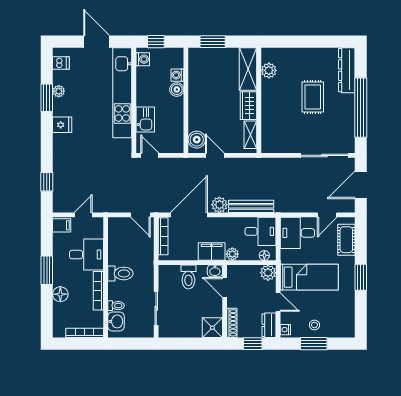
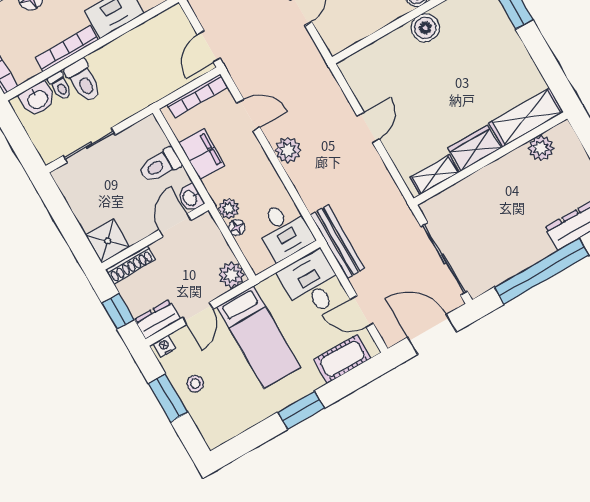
shelving: (248, 69) -> (526, 117), moved
plant: (269, 70) -> (541, 148), moved
rug: (313, 97) -> (517, 194), removed
wall: (259, 100) -> (490, 159), moved
wardrobe: (248, 106) -> (475, 148), moved
shelving: (250, 135) -> (435, 175), moved
boiler: (197, 140) -> (425, 28), moved
door: (215, 155) -> (368, 128), moved
bench: (251, 206) -> (338, 242), moved
door: (189, 215) -> (248, 115), width x0.53
filing cabinet: (212, 252) -> (202, 154), moved
floor lamp: (264, 255) -> (237, 228), moved
toilet: (120, 273) -> (83, 81), moved

